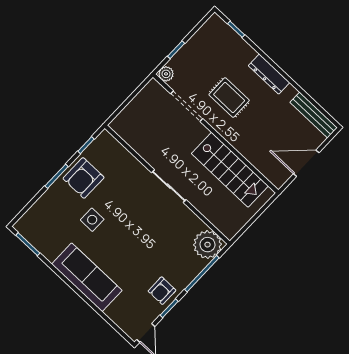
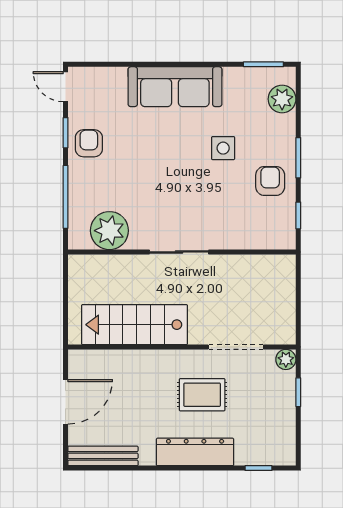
dresser: (269, 74) -> (195, 452), width x1.37, depth x1.24
armchair: (84, 178) -> (270, 181), width x0.72, depth x0.72
plant: (35, 216) -> (282, 99), added
plant: (207, 245) -> (109, 231), moved

